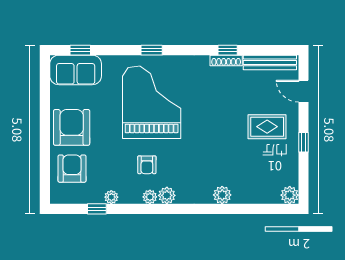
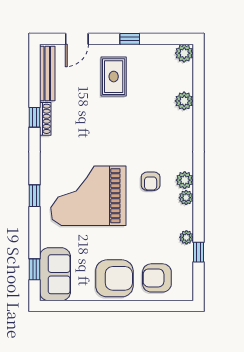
armchair: (72, 127) -> (114, 278), turned 180
armchair: (147, 165) -> (151, 181), moved, turned 90
plant: (222, 195) -> (184, 101), moved

